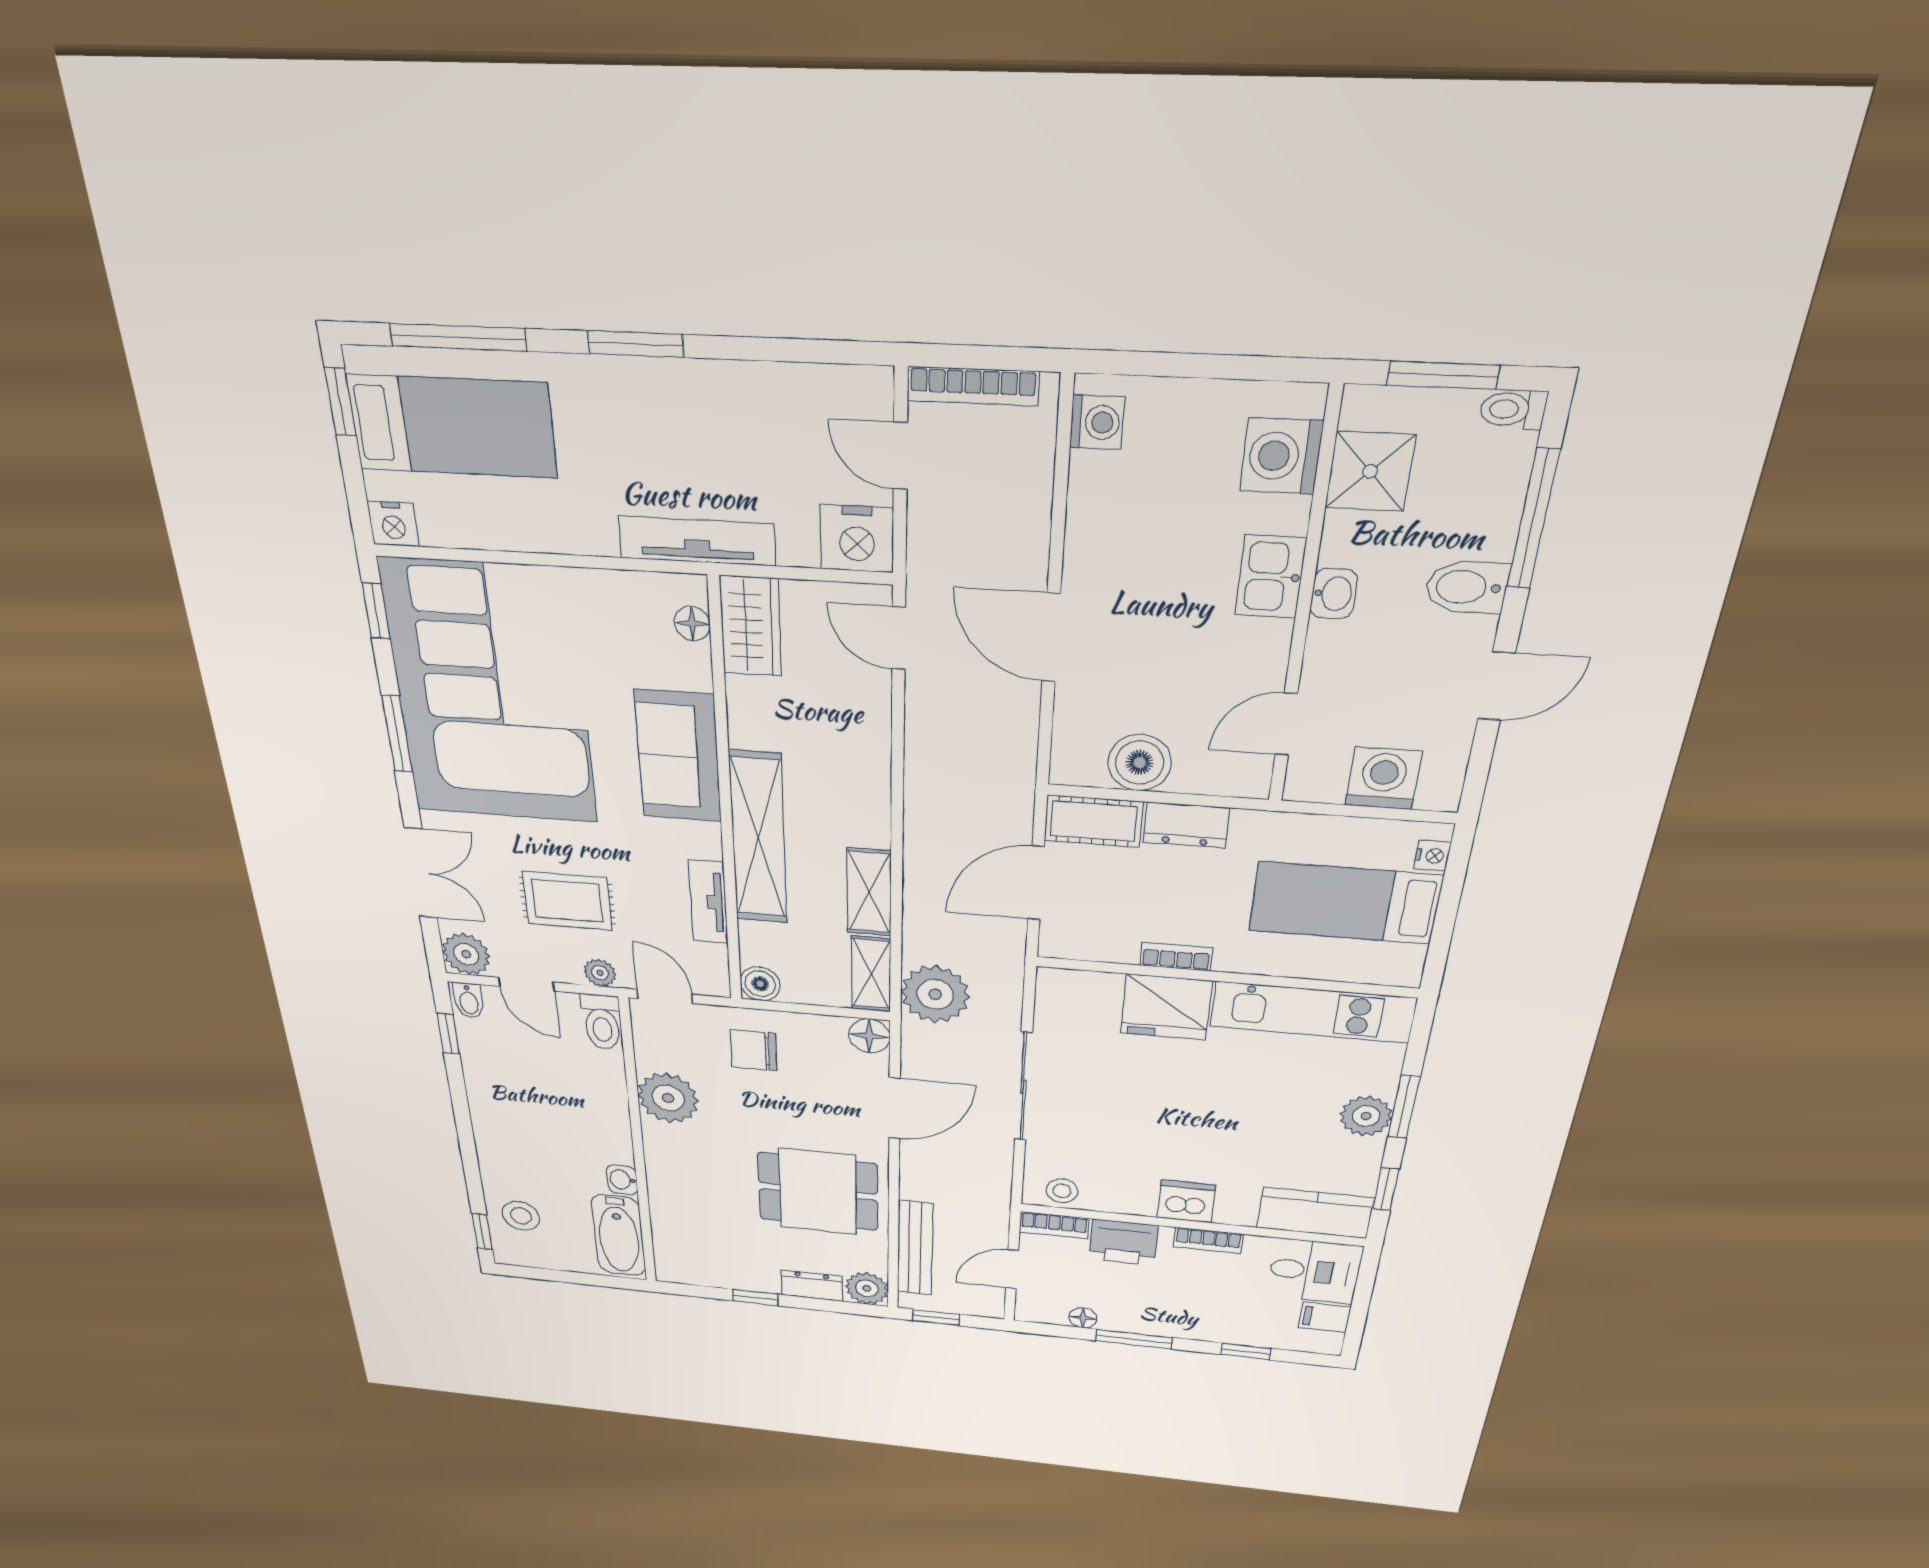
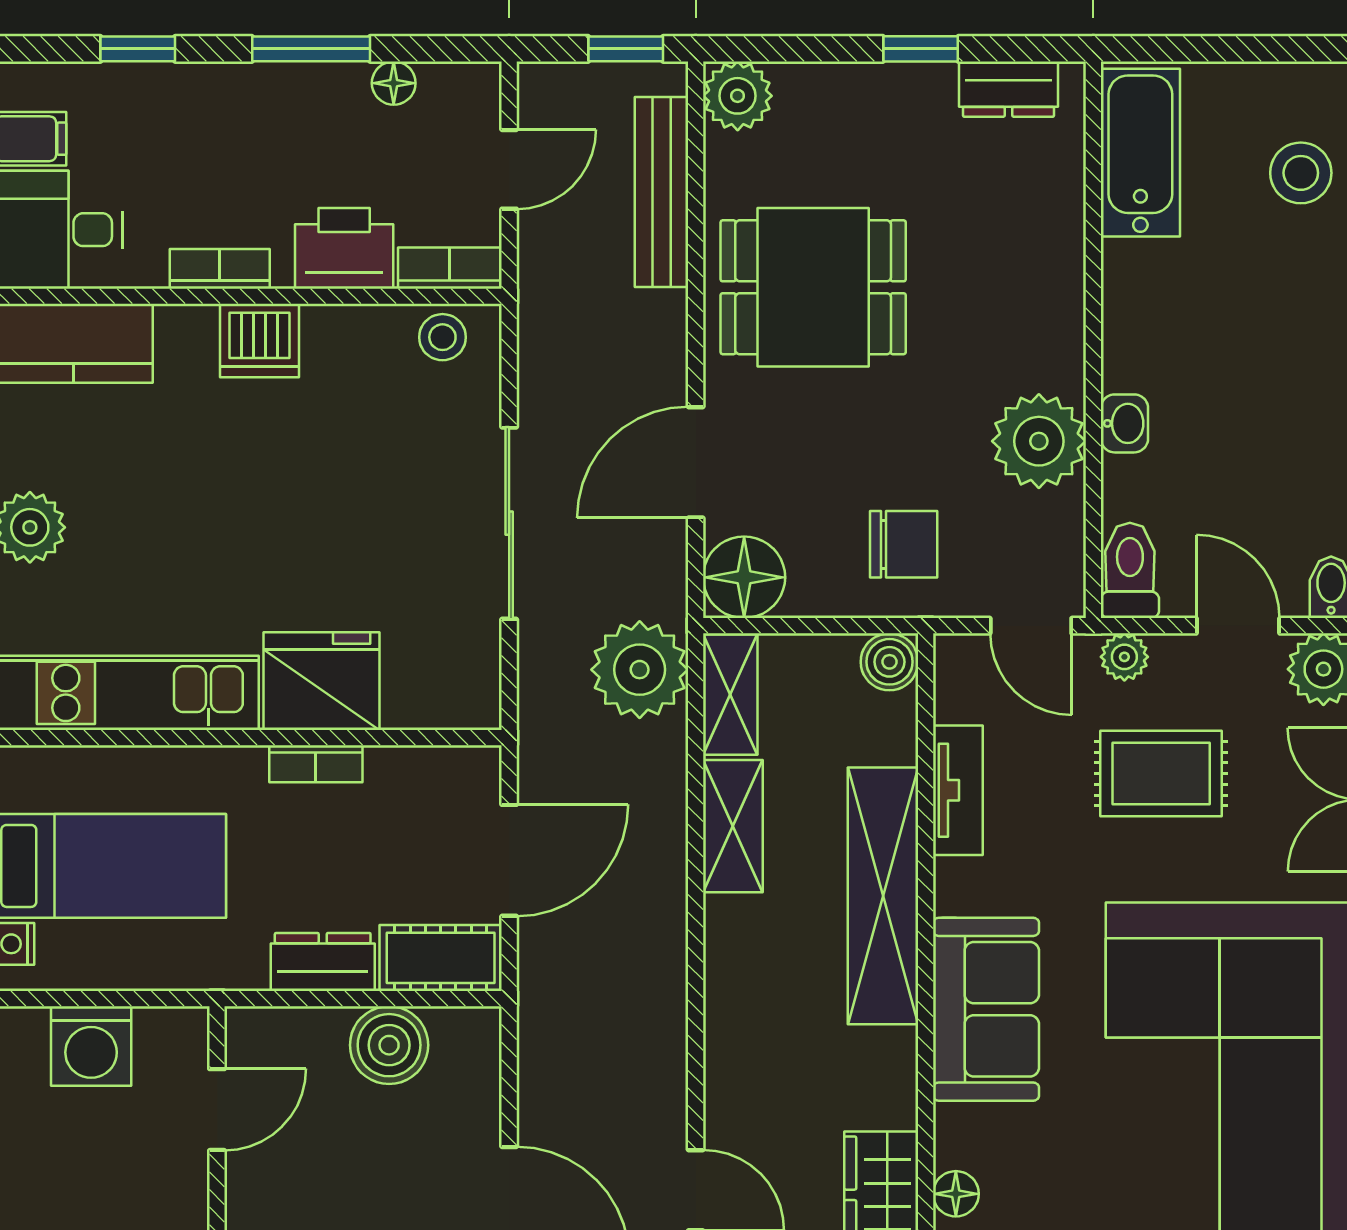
floor lamp: (869, 1036) -> (744, 577), width x1.38, depth x1.38
washbasin: (622, 1180) -> (1124, 423), moved
dresser: (812, 1286) -> (1008, 89), moved

